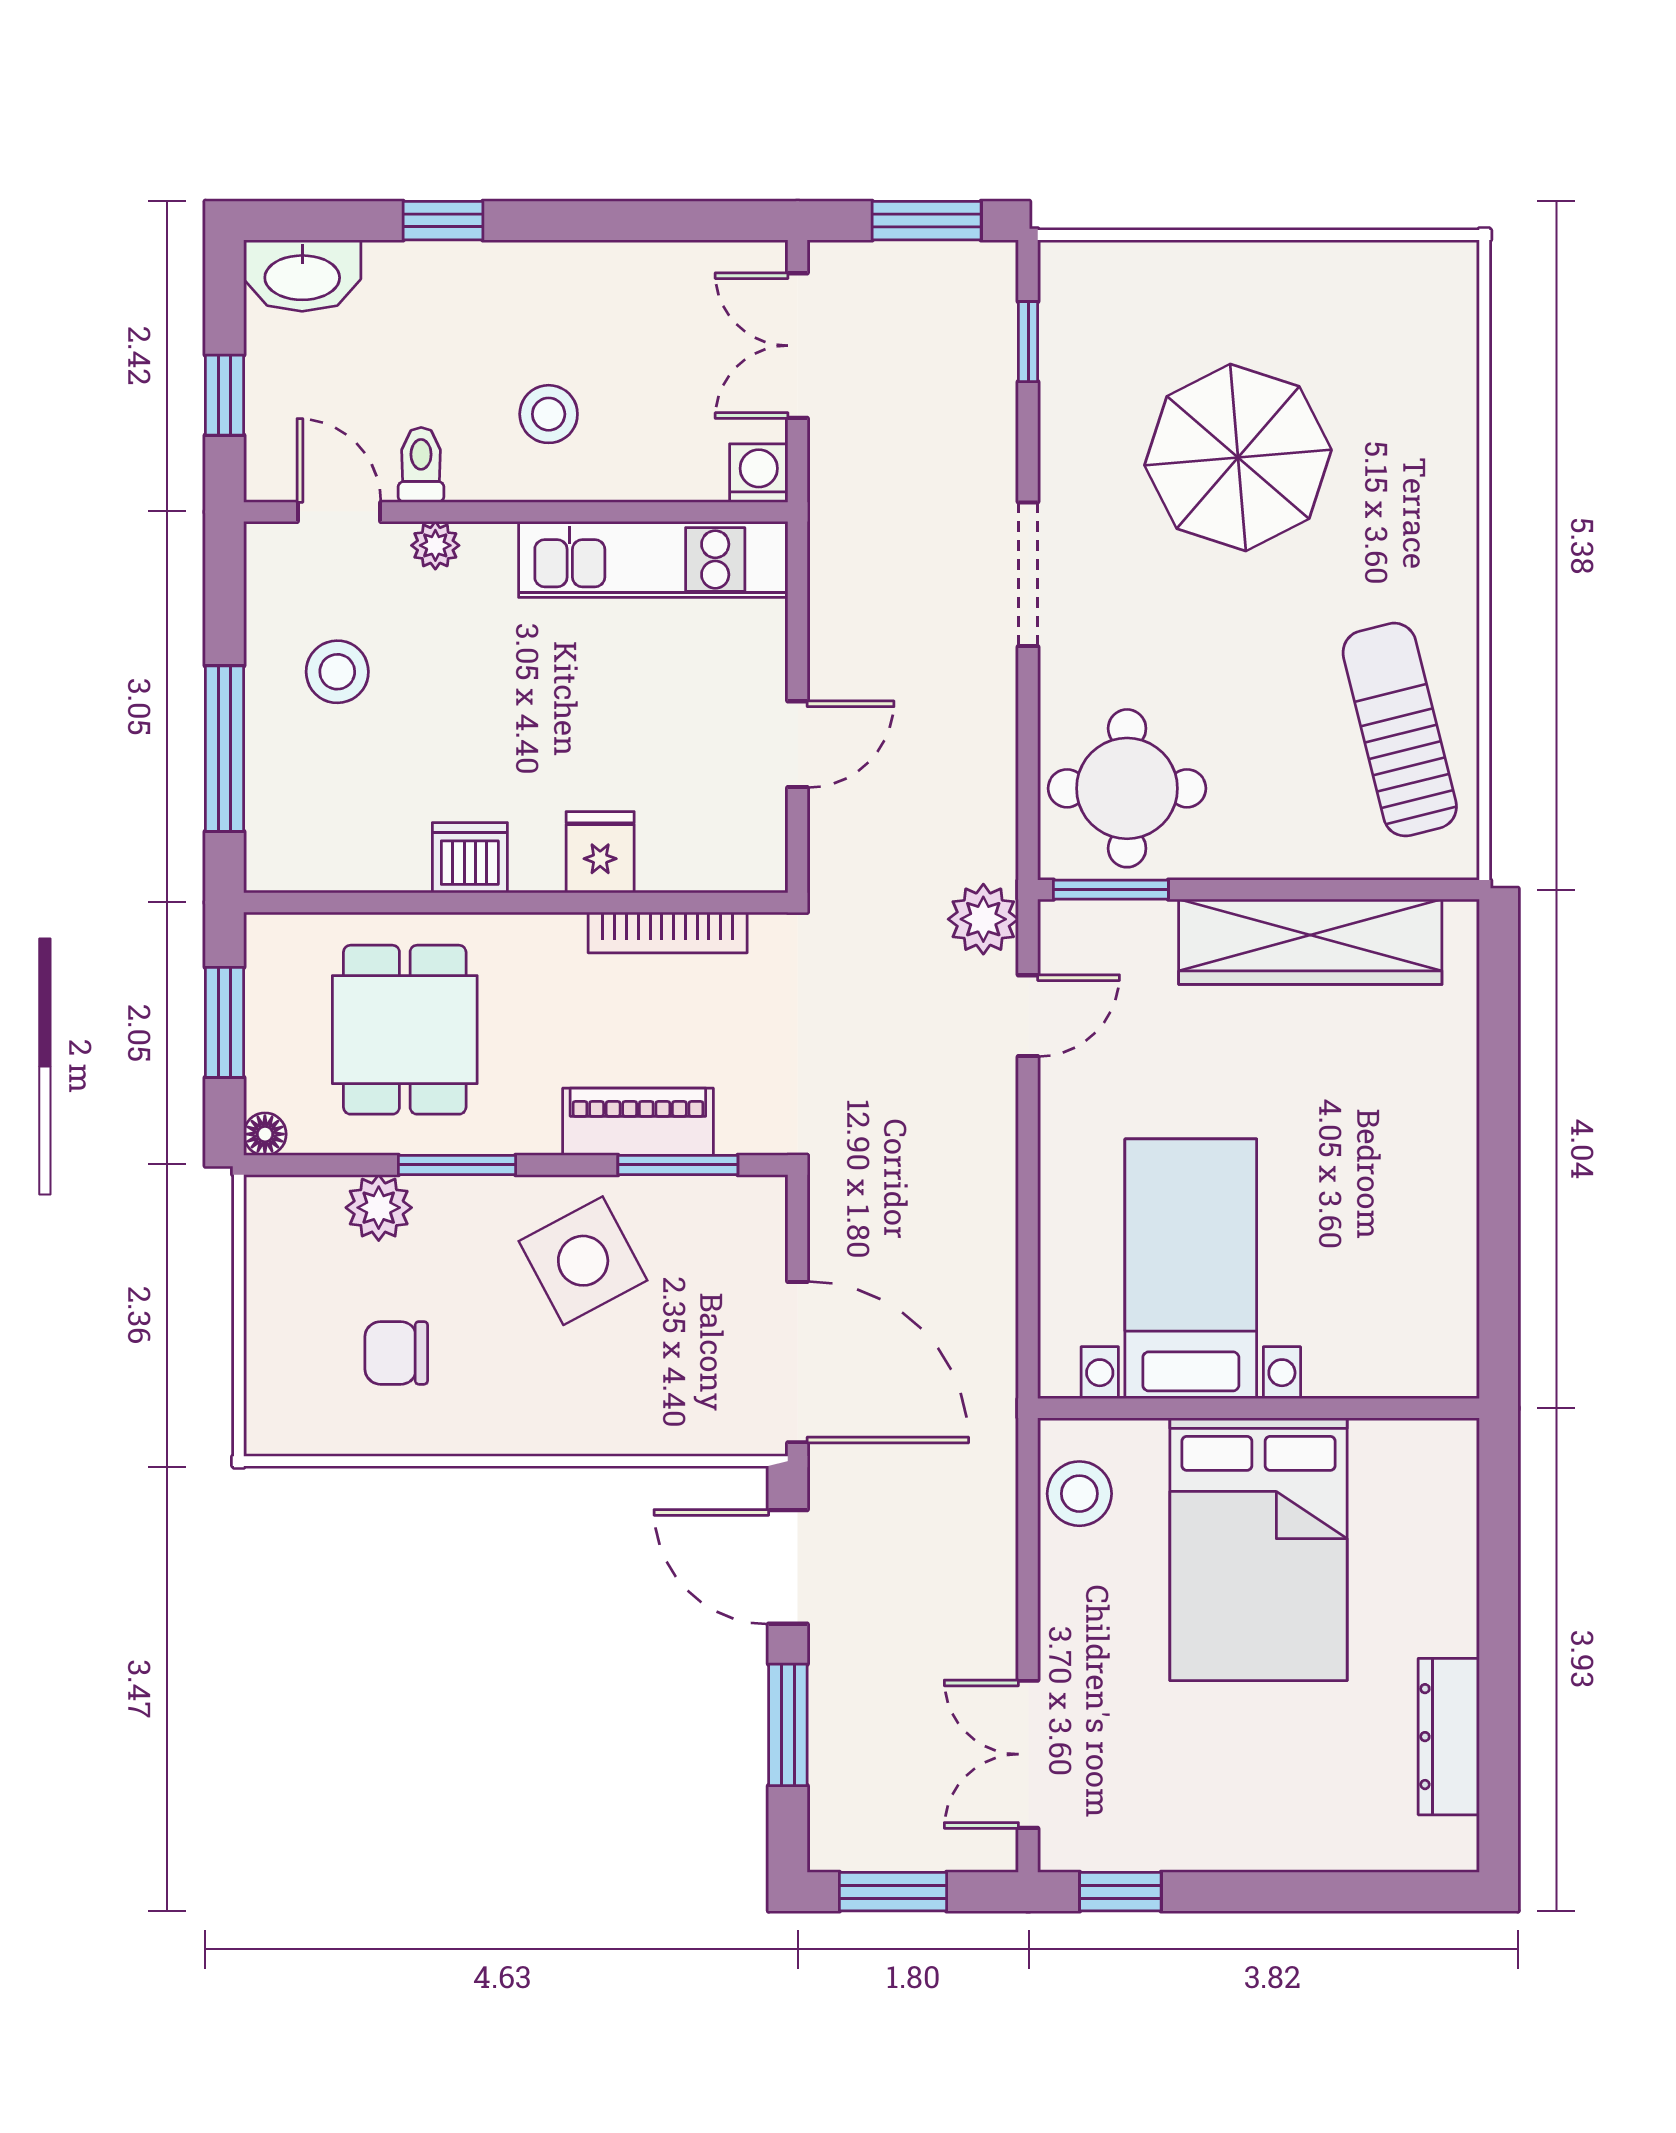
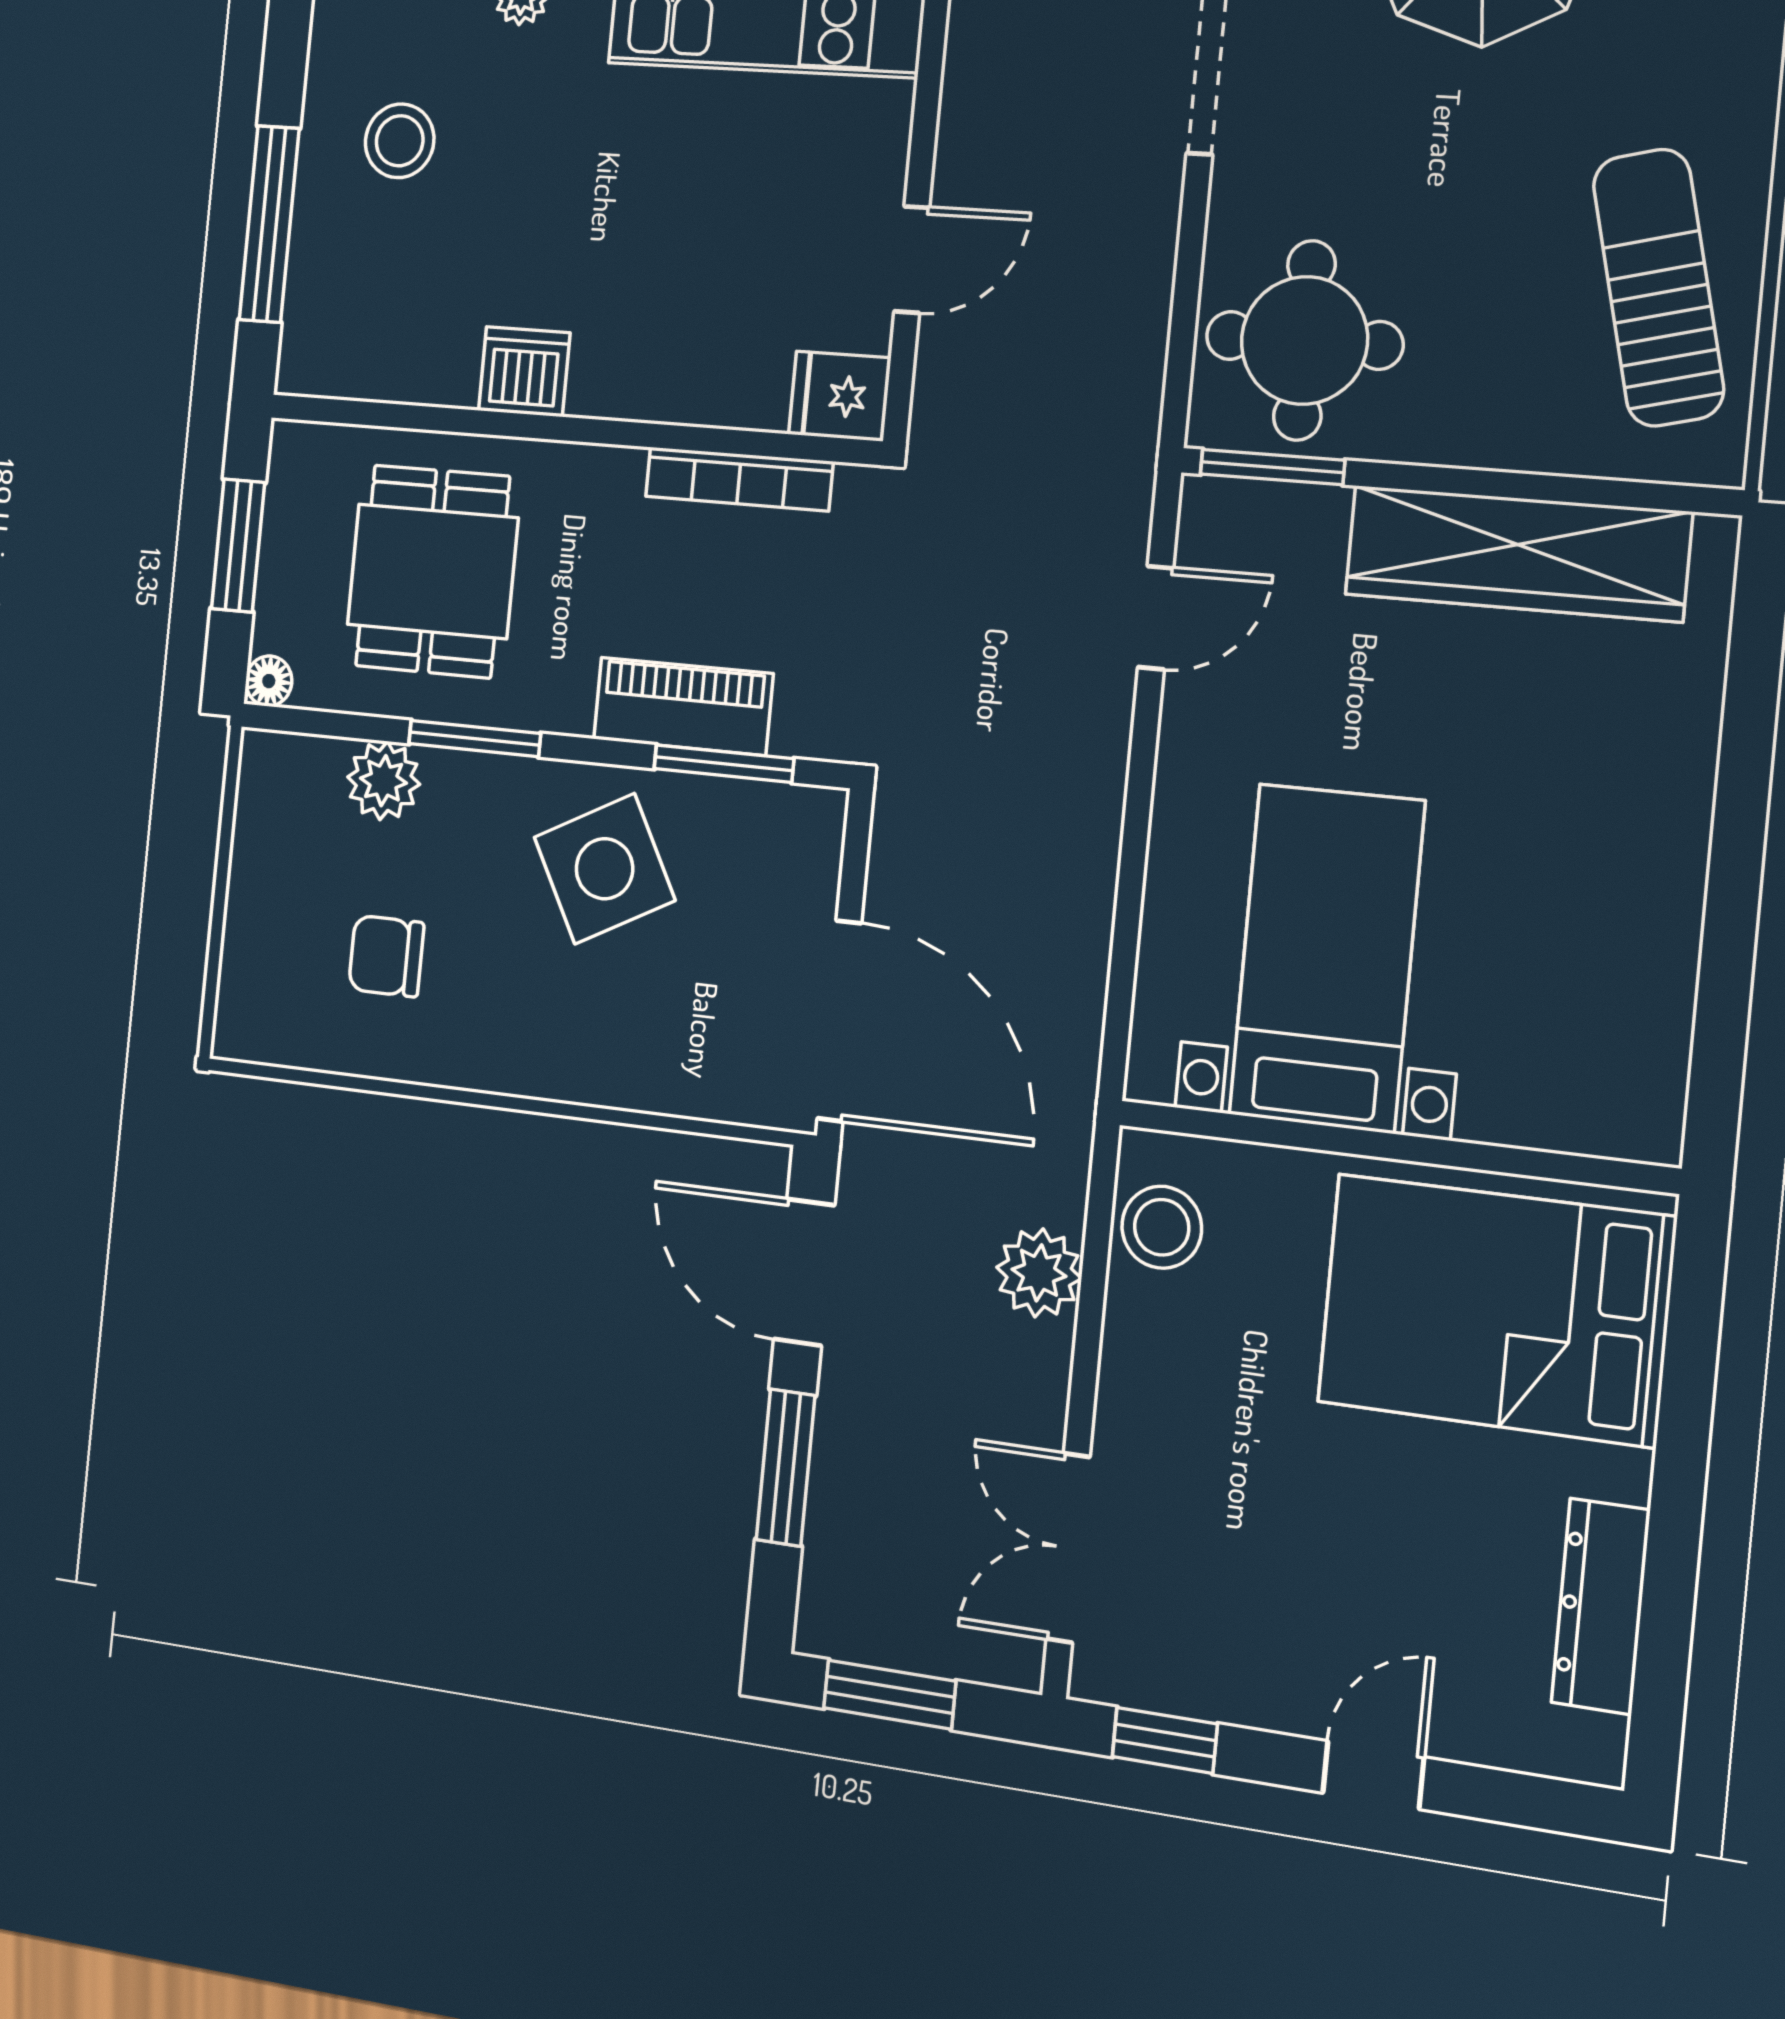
fridge: (600, 852) -> (840, 396), moved, turned -90
plant: (983, 919) -> (1039, 1273), moved
bed: (1259, 1549) -> (1496, 1310), moved, turned 90
door: (1287, 1892) -> (1373, 1775), added

